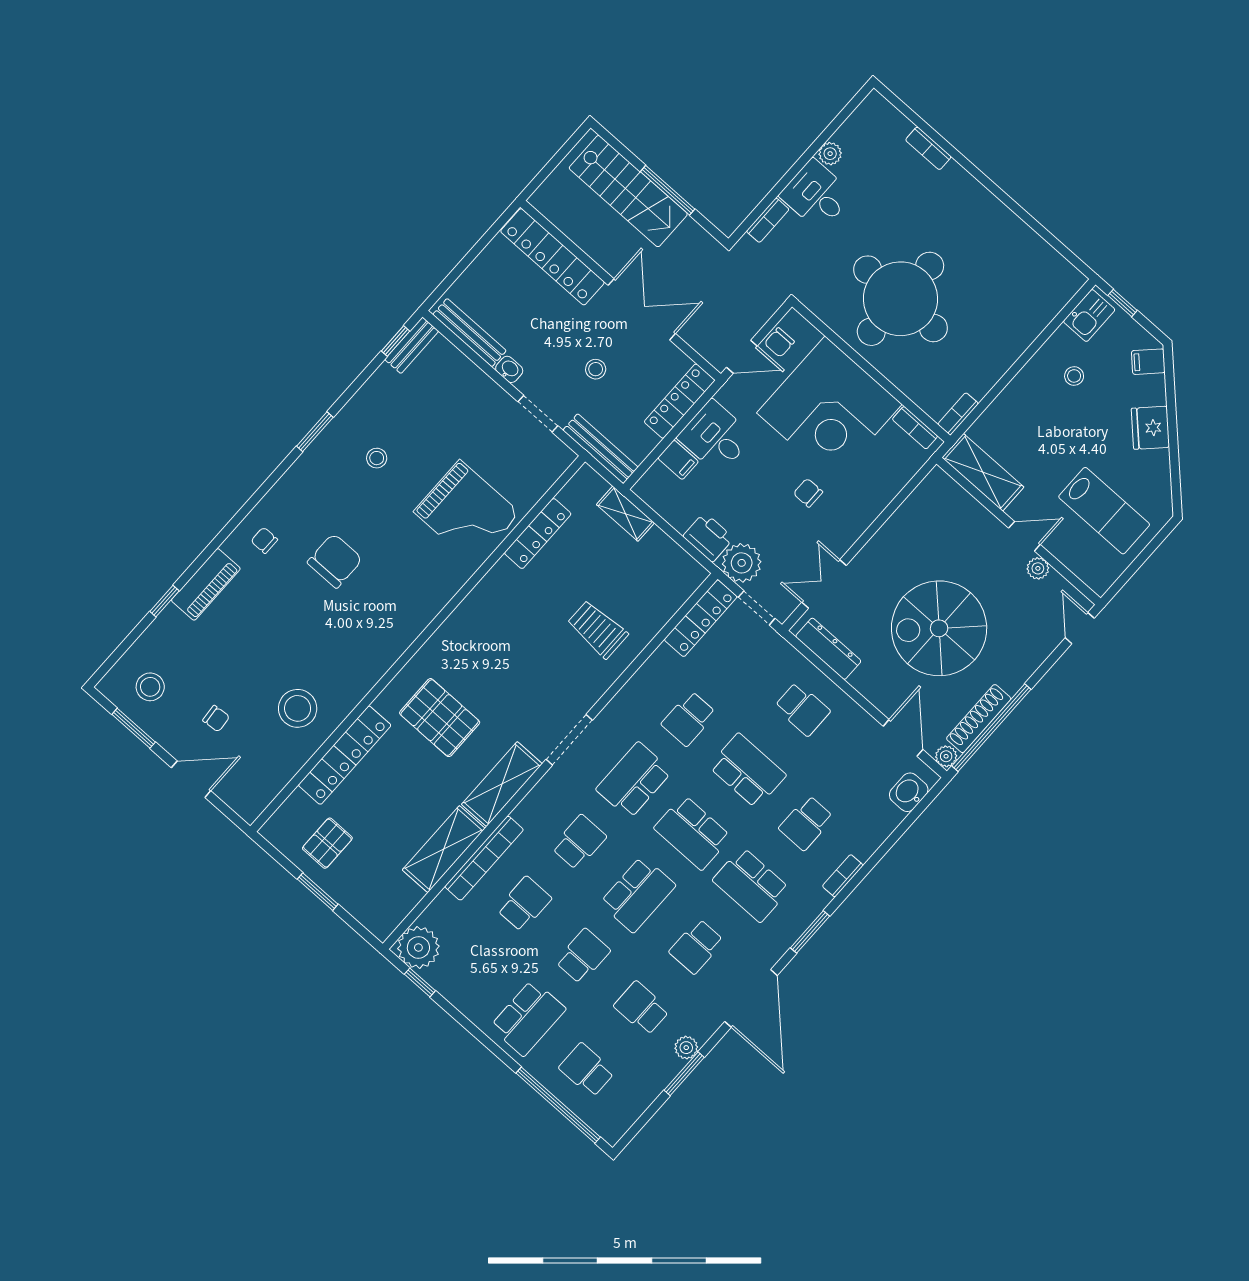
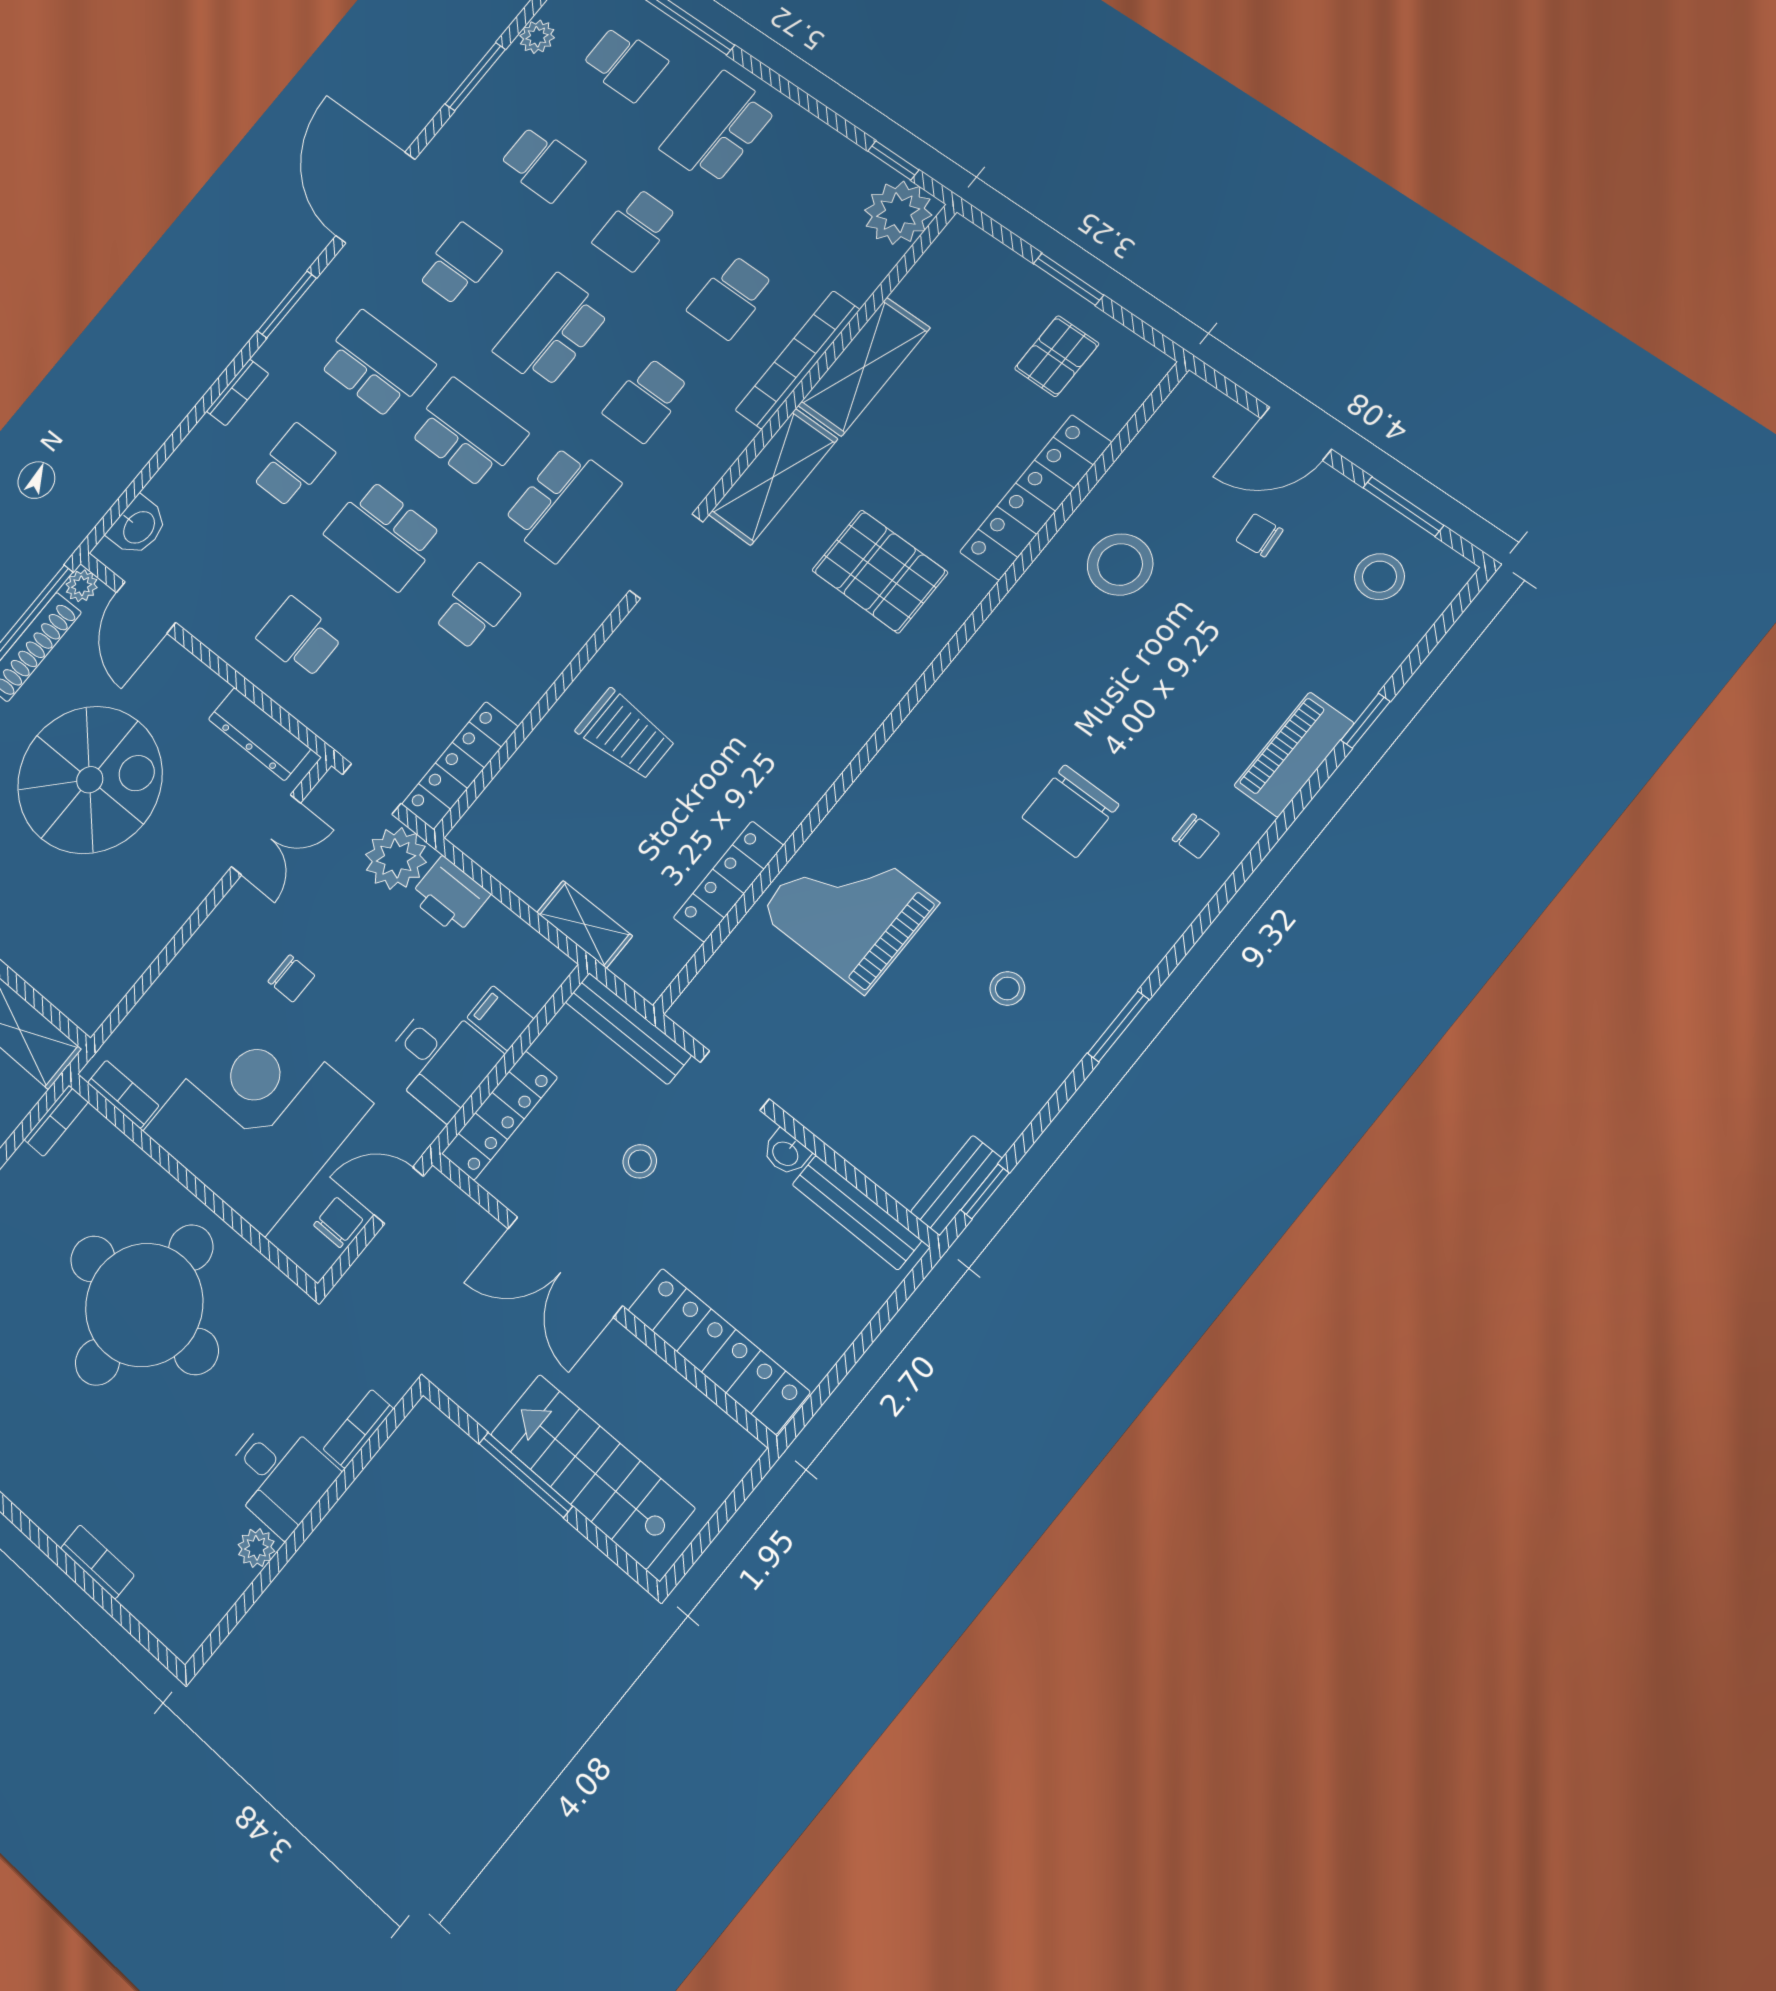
plant: (686, 1048) -> (537, 37), moved

